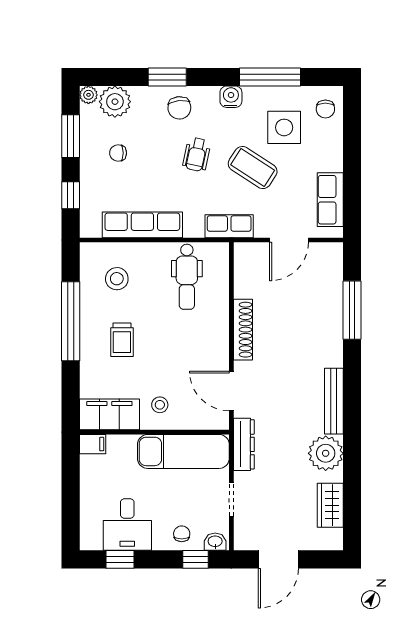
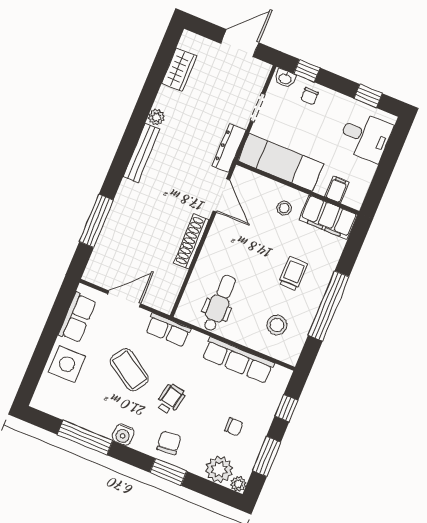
chair: (325, 109) -> (51, 393), removed
side table: (284, 127) -> (67, 364), moved
filing cabinet: (93, 444) -> (337, 189), moved, turned 90
plant: (326, 453) -> (156, 117), width x0.53, depth x0.53
desk: (127, 525) -> (365, 136), moved, turned 90

